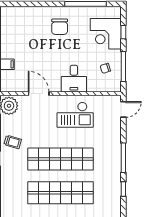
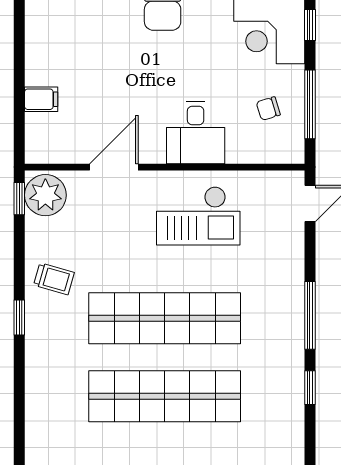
door: (39, 94) -> (114, 167), hinge flipped

